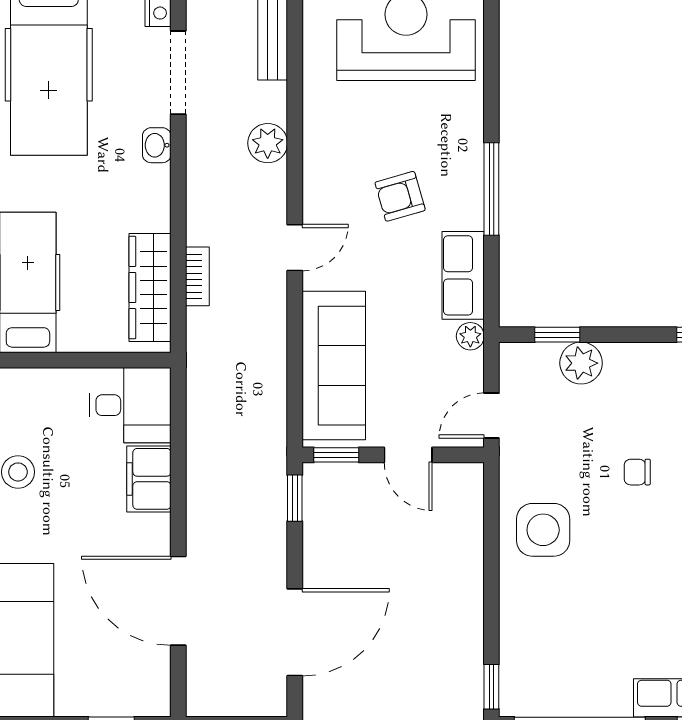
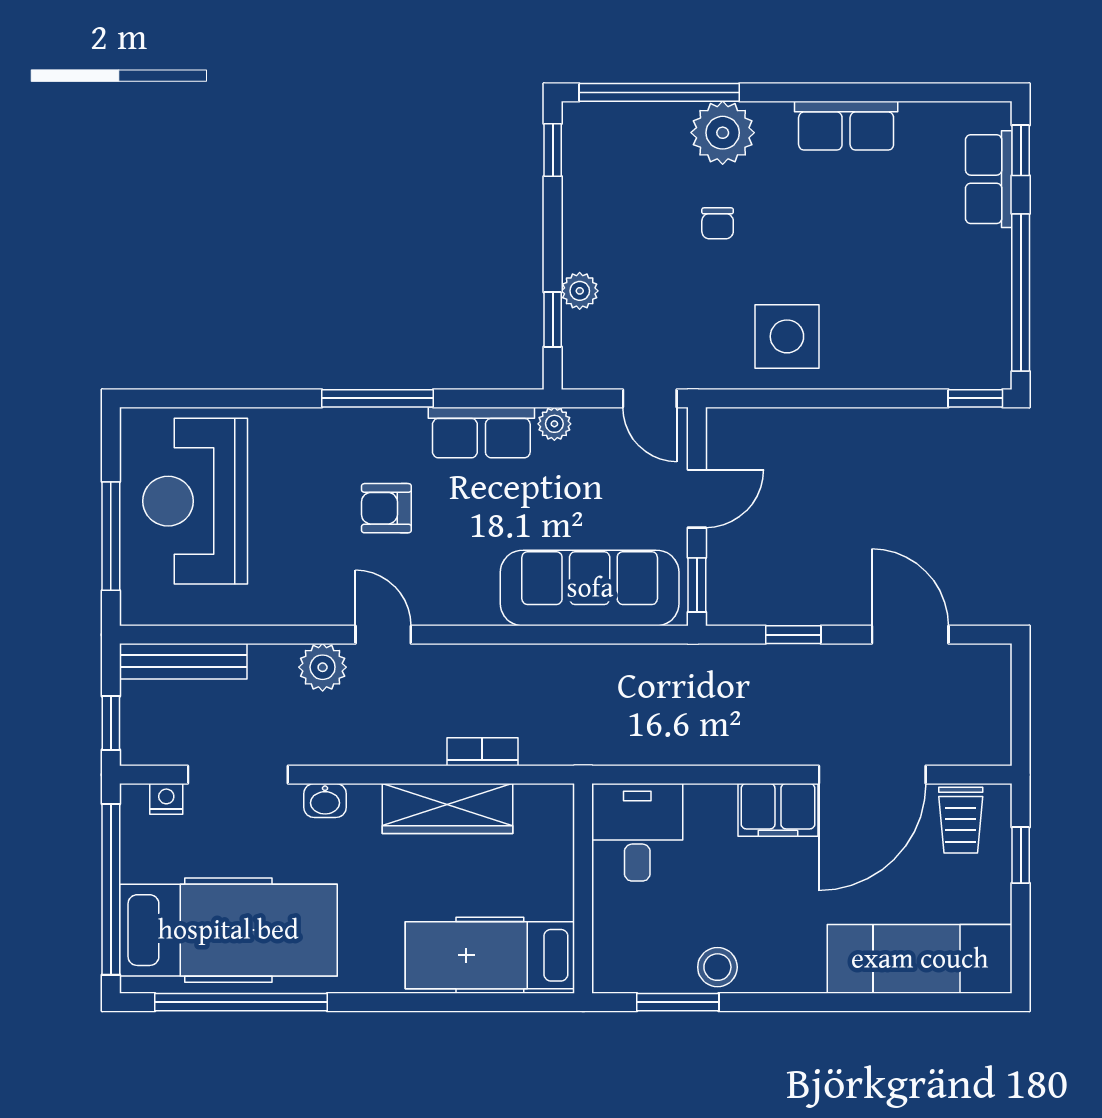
armchair: (400, 196) -> (386, 508), turned 106
door: (295, 248) -> (383, 635), moved
wardrobe: (150, 288) -> (448, 809), moved
plant: (581, 363) -> (580, 291), width x0.73, depth x0.73
filing cabinet: (149, 479) -> (778, 810), moved
window: (295, 498) -> (793, 635), moved
door: (295, 632) -> (910, 635), width x0.73
trolley: (140, 675) -> (961, 820), added

